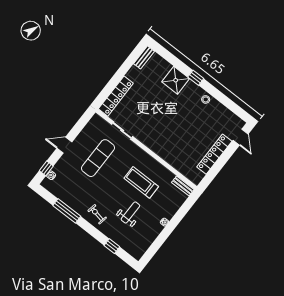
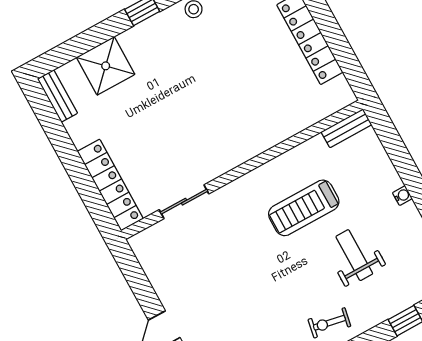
shower: (176, 80) -> (106, 66), moved
exercise mat: (98, 158) -> (218, 273), removed

